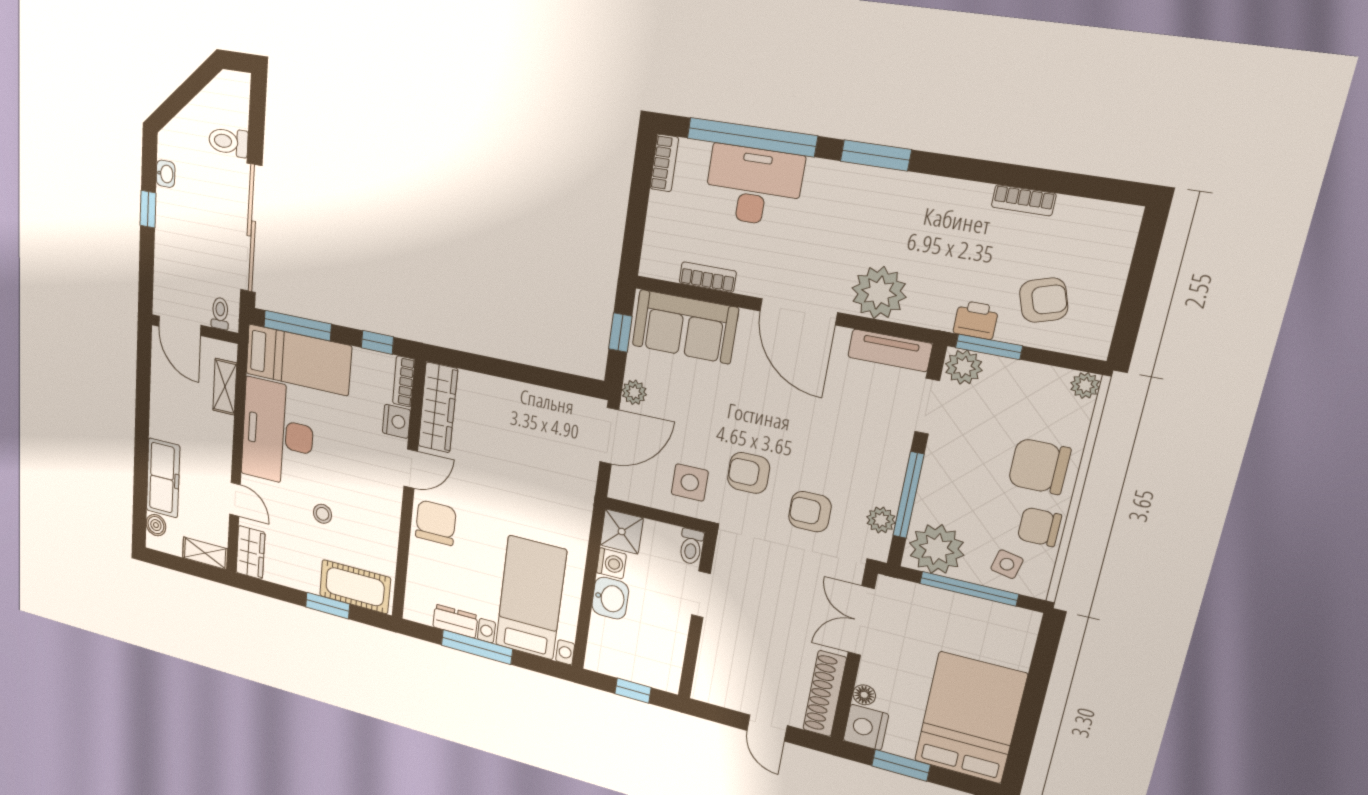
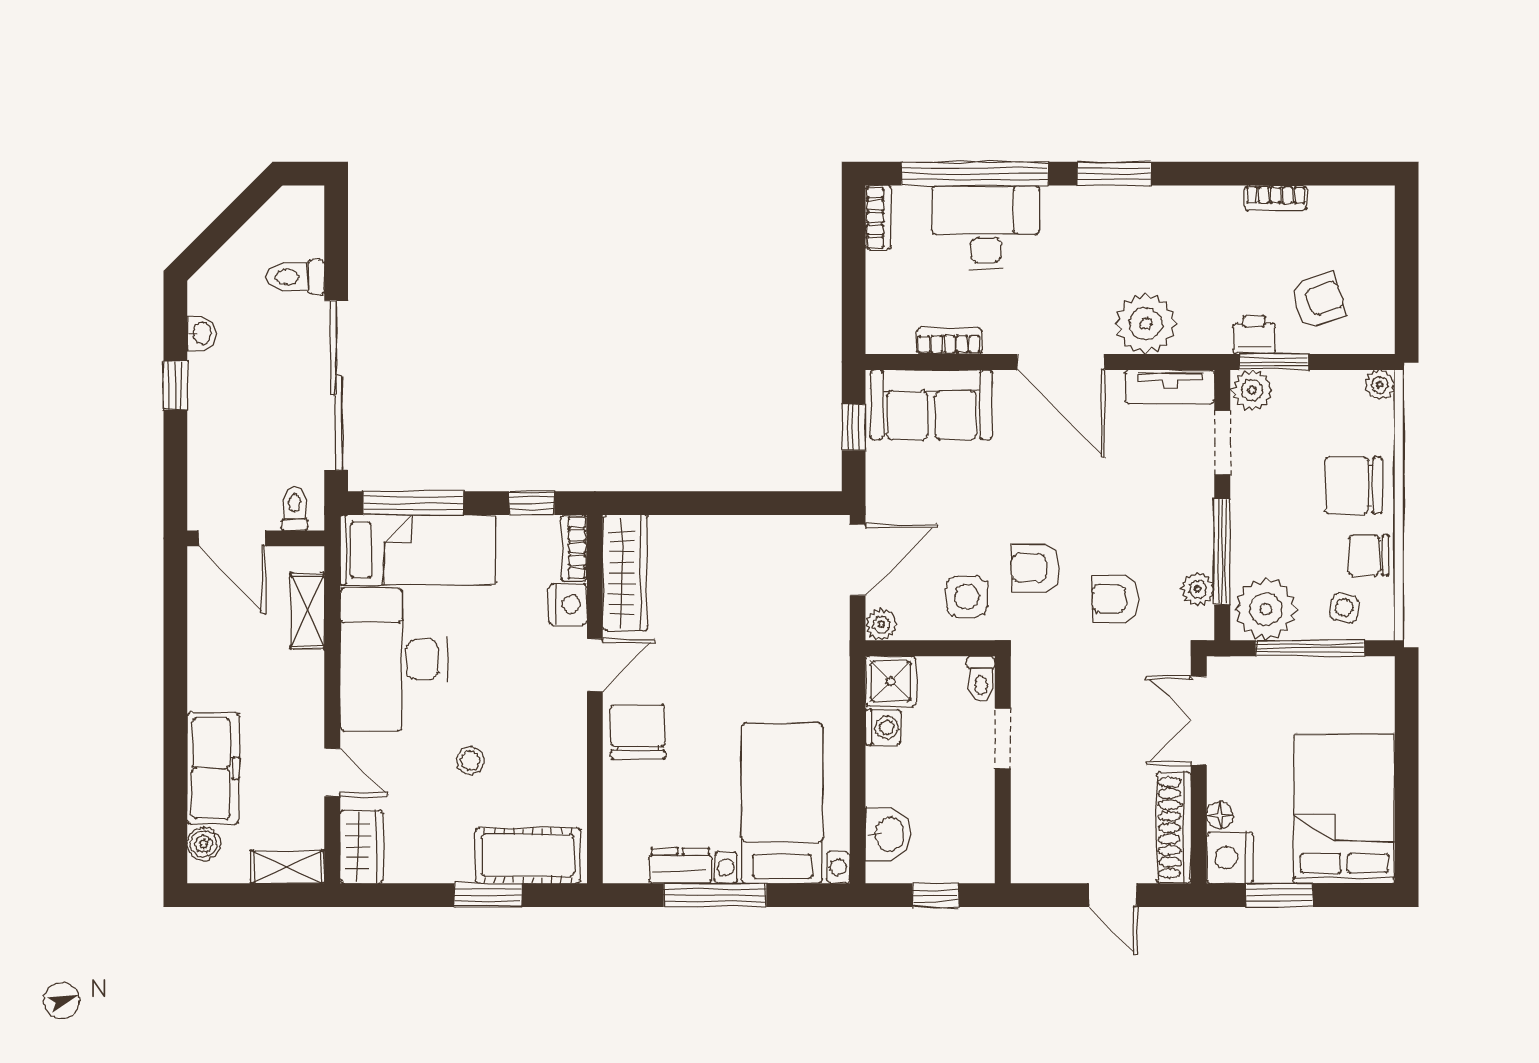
plant: (634, 392) -> (881, 624), moved
washbasin: (610, 598) -> (888, 834), moved

